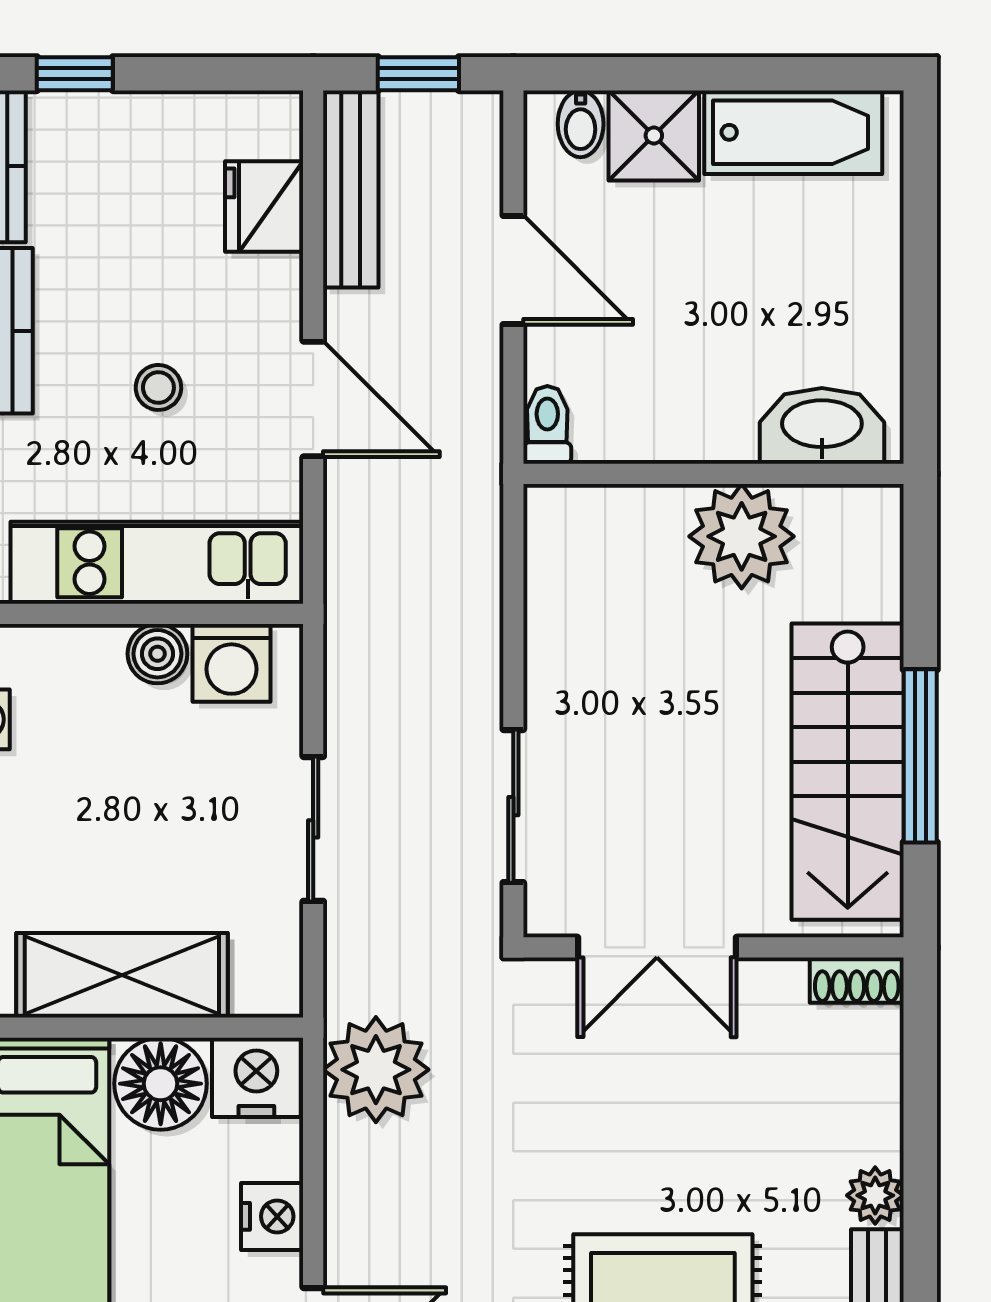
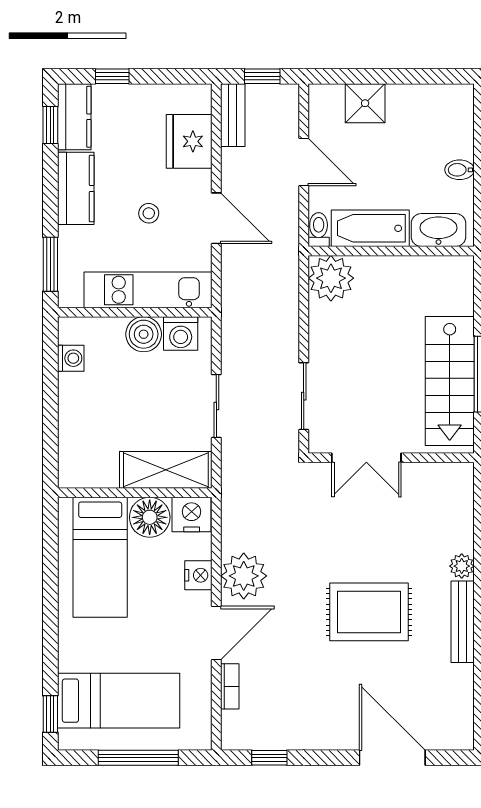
bidet: (581, 124) -> (460, 170), moved, turned 90
bathtub: (793, 132) -> (370, 228), moved, turned 180
bench: (351, 189) -> (233, 115), width x0.73
fridge: (264, 206) -> (189, 141), width x1.36, depth x1.34
plant: (742, 536) -> (331, 278), moved
boiler: (157, 654) -> (144, 334), width x1.36, depth x1.36
shelving: (122, 975) -> (166, 470), moved
shoe rack: (857, 980) -> (454, 472), removed
plant: (376, 1070) -> (244, 576), moved

